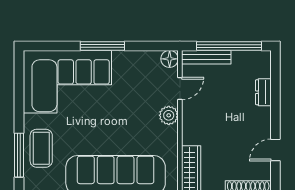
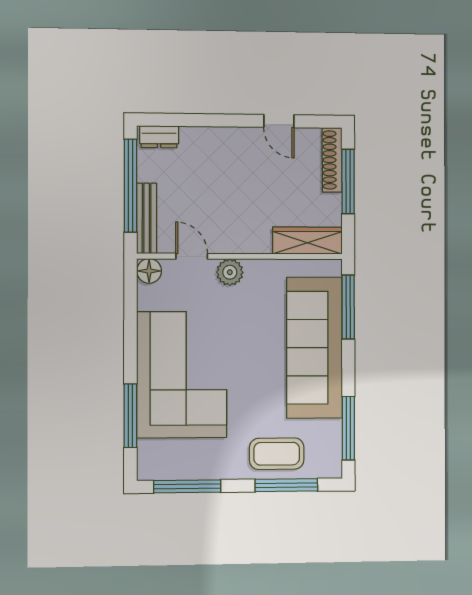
window: (102, 46) -> (130, 416), moved
corner sofa: (67, 82) -> (182, 375), moved
window: (19, 85) -> (187, 486), added
dresser: (263, 92) -> (159, 137), moved

